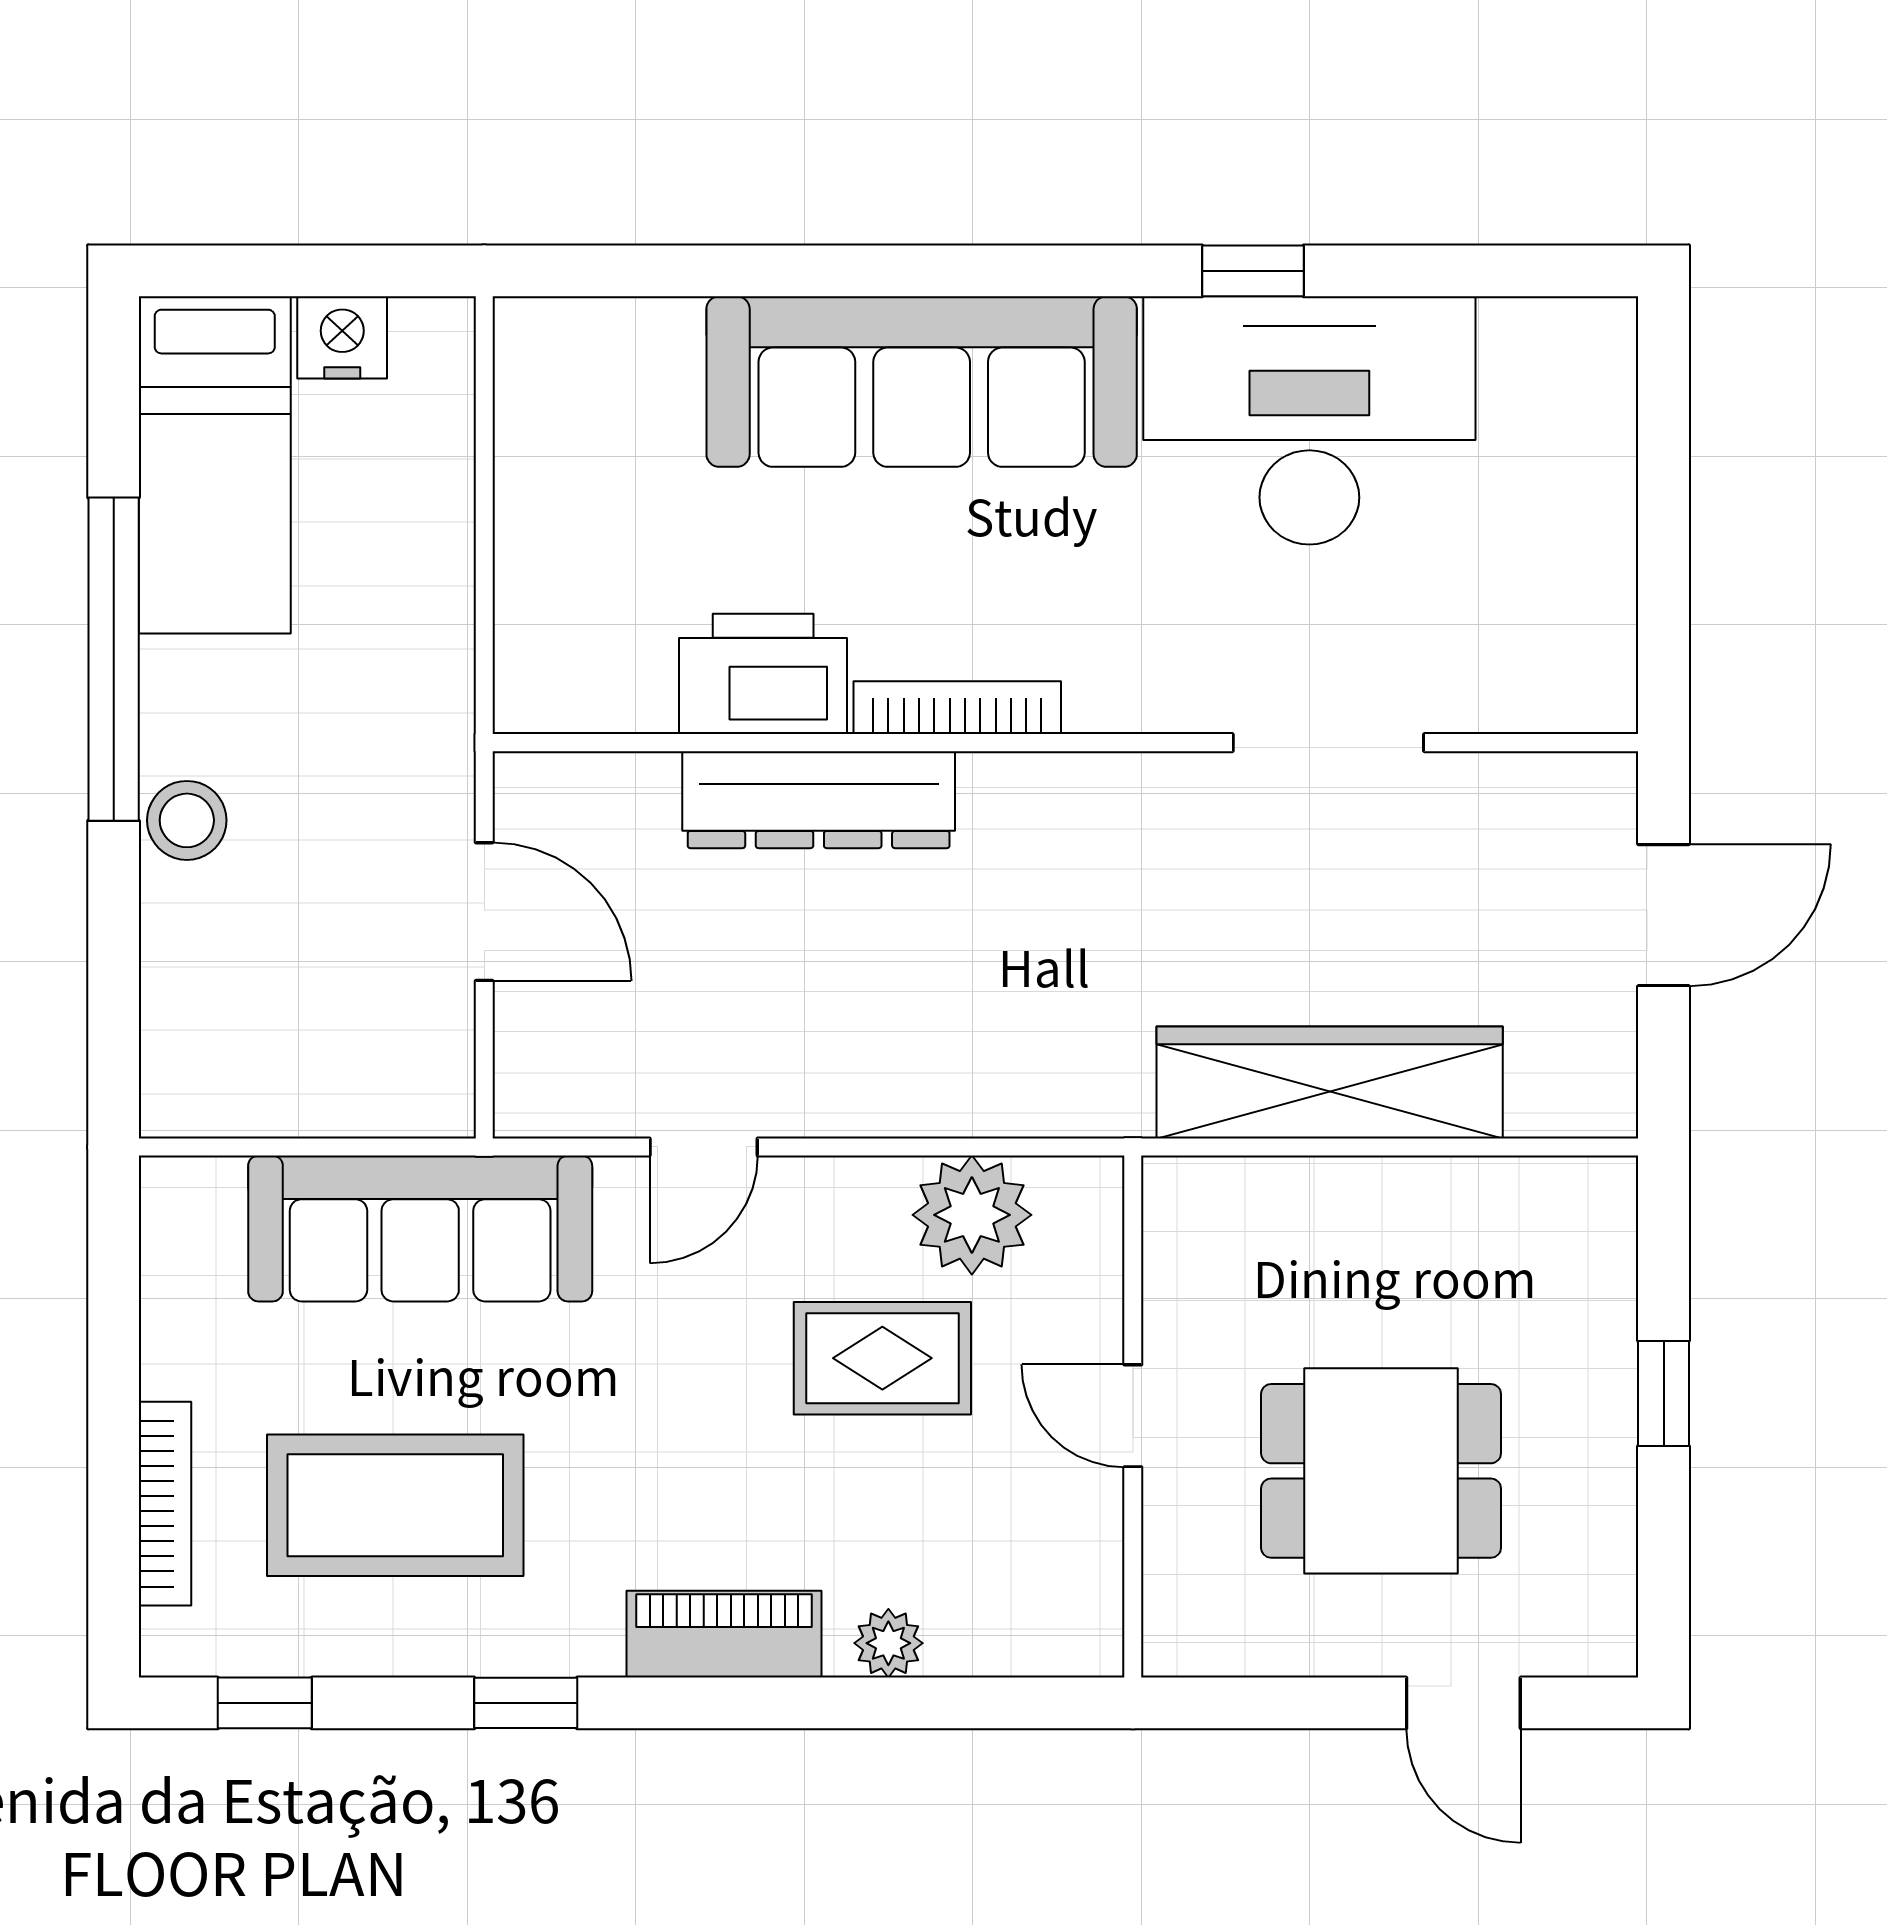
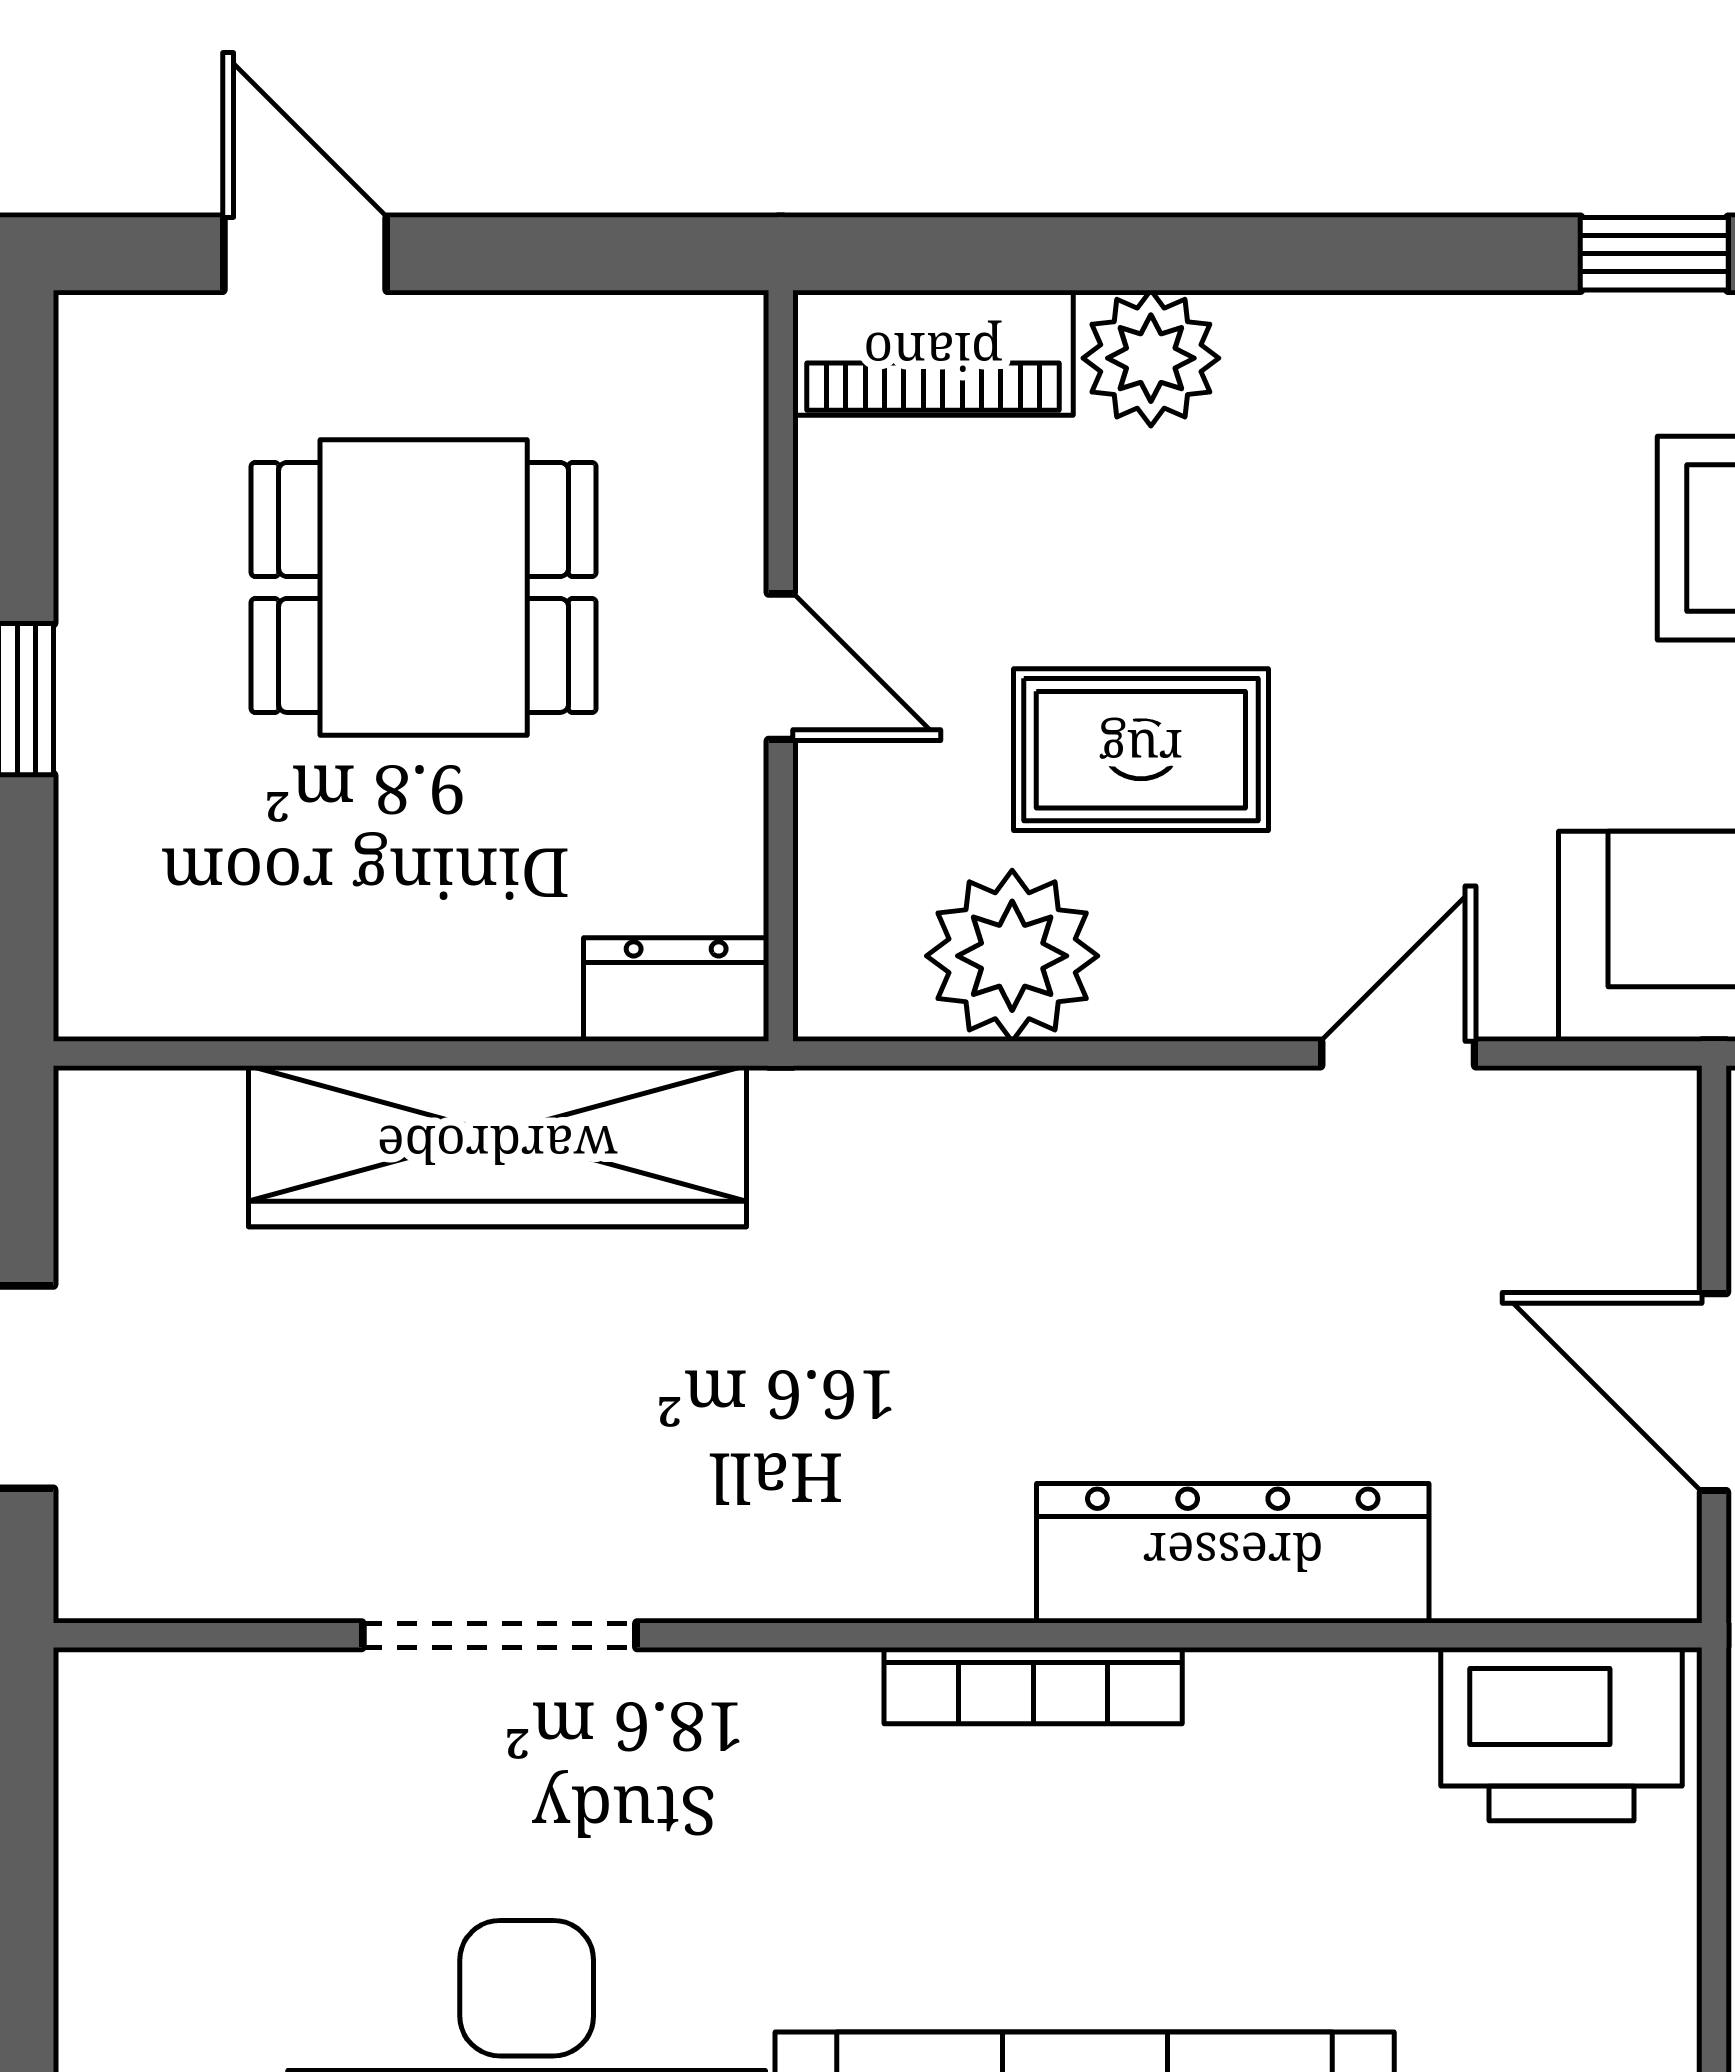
printer: (763, 674) -> (1562, 1734), moved
dresser: (1205, 1192) -> (676, 990), added
piano: (724, 1634) -> (933, 353), moved
plant: (888, 1643) -> (1151, 358), width x1.38, depth x1.38

